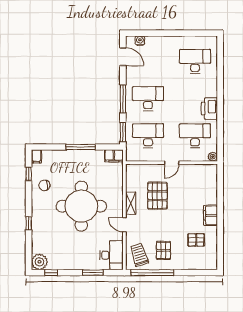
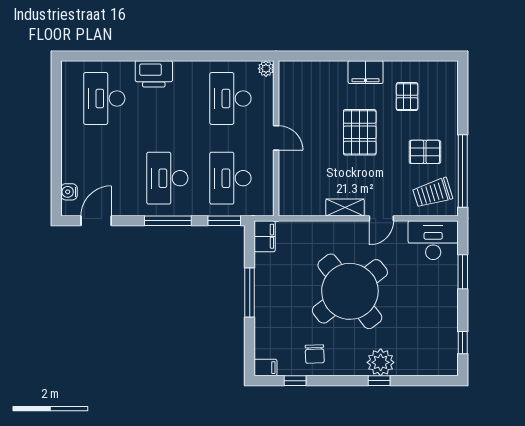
printer: (209, 109) -> (154, 74), moved
pallet: (157, 196) -> (360, 132), moved, turned 90
round table: (81, 206) -> (350, 291), turned -38
plant: (39, 262) -> (381, 362), moved

